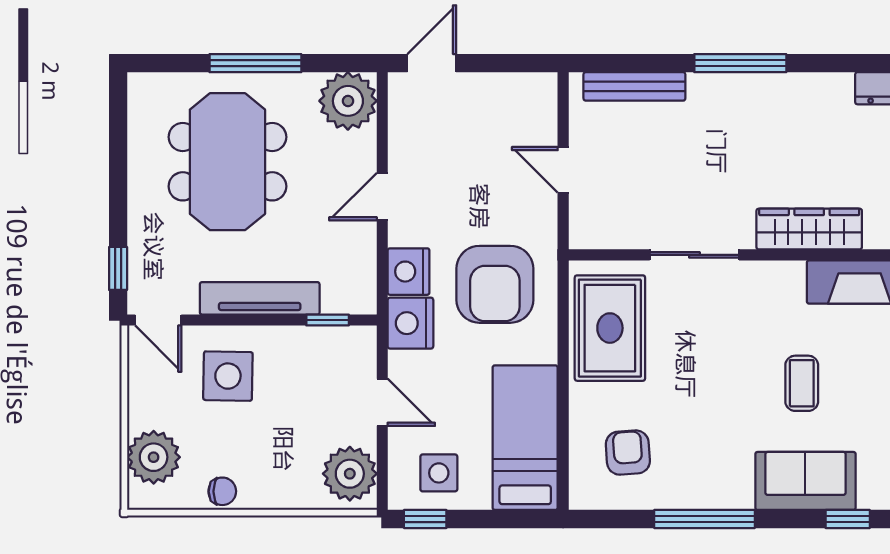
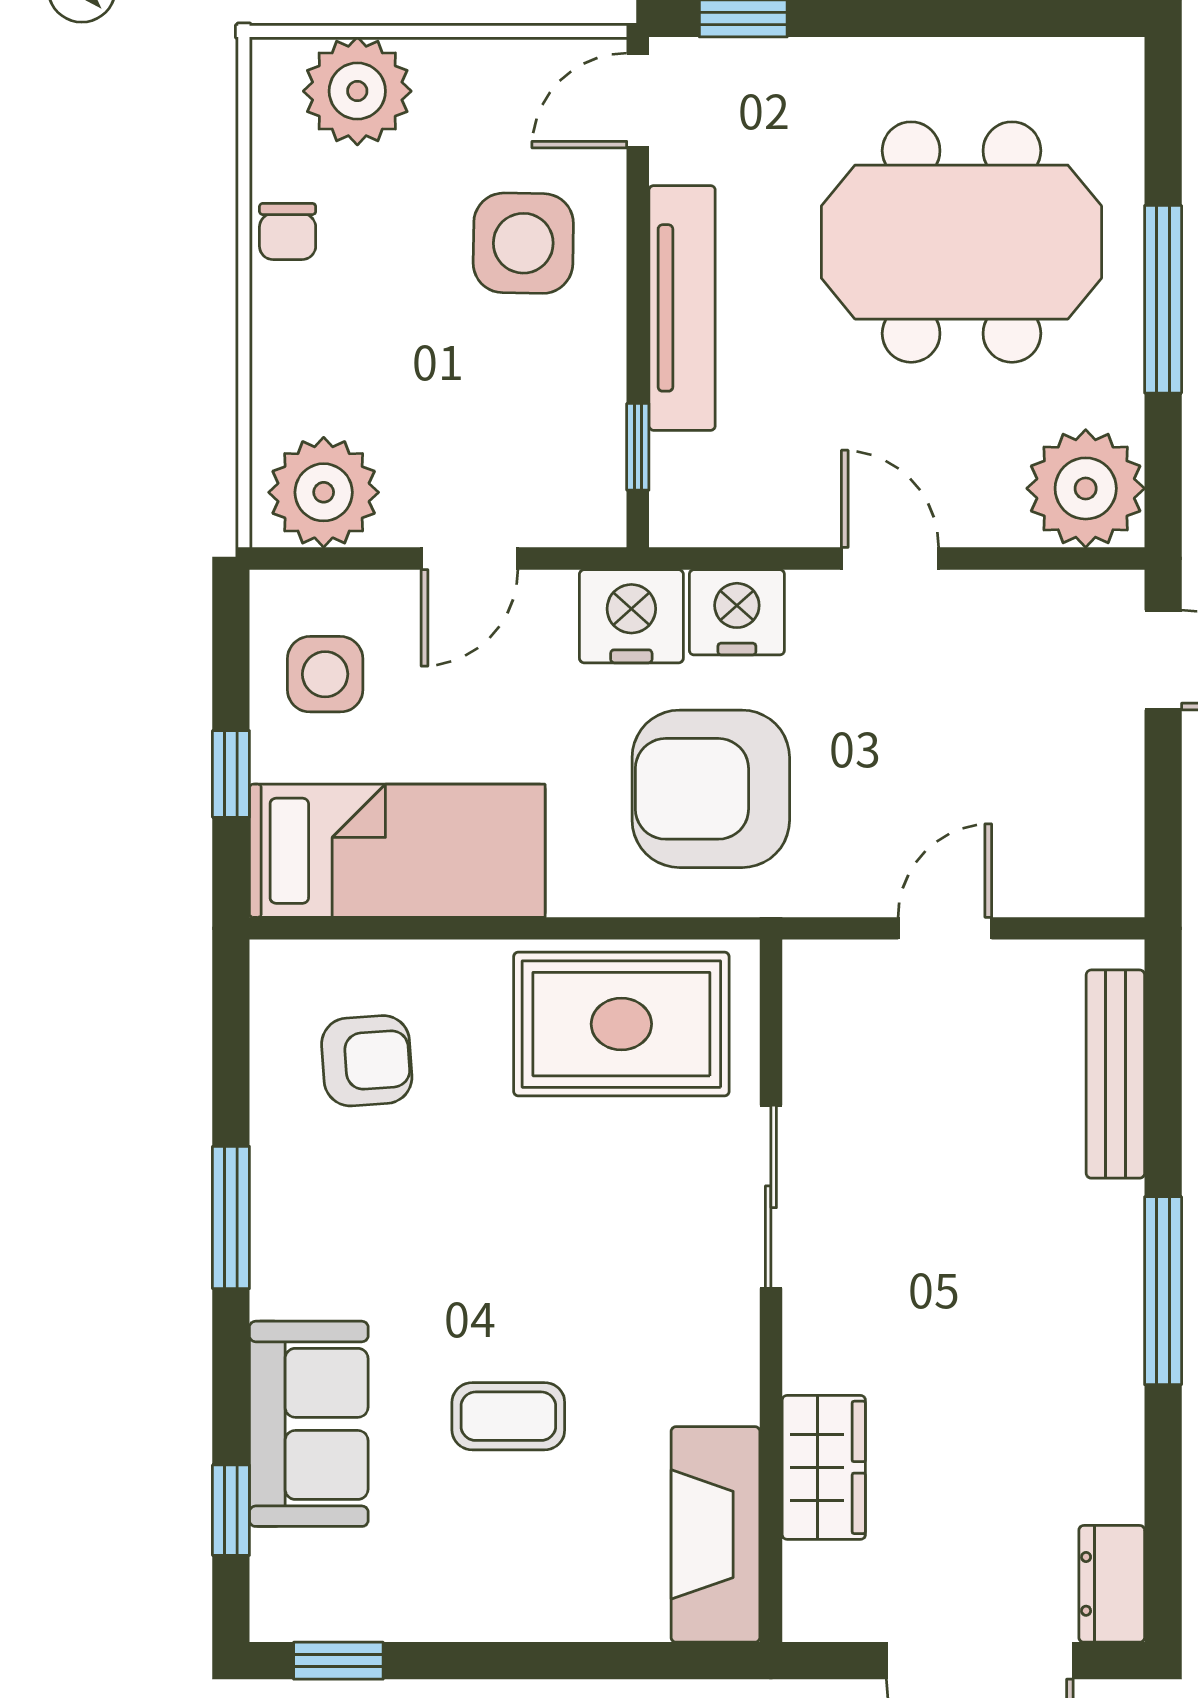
wardrobe: (809, 229) -> (824, 1467), width x0.67
window: (425, 519) -> (231, 774), moved
window: (705, 519) -> (231, 1218), width x0.69

